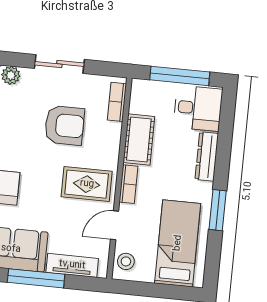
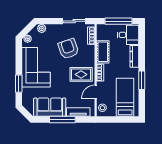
sliding door: (59, 64) -> (74, 21), moved
armchair: (64, 125) -> (68, 49), turned -109

